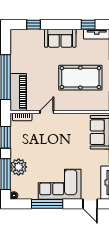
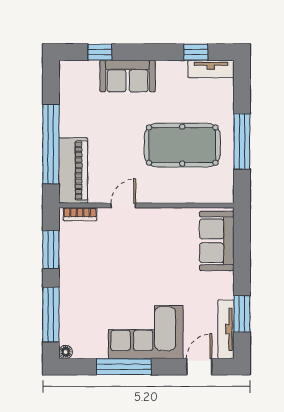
sofa: (60, 38) -> (128, 76), moved
plant: (19, 167) -> (74, 302), removed
door: (90, 204) -> (199, 367), swing flipped

